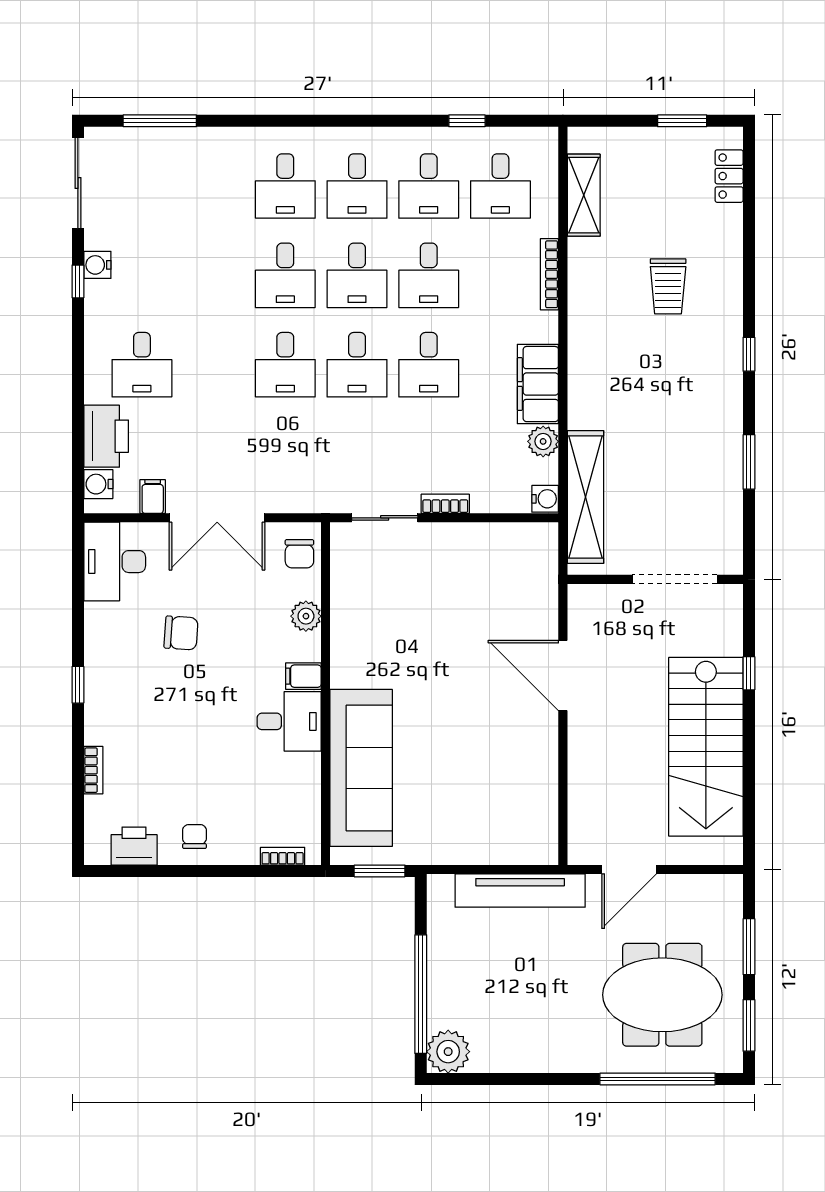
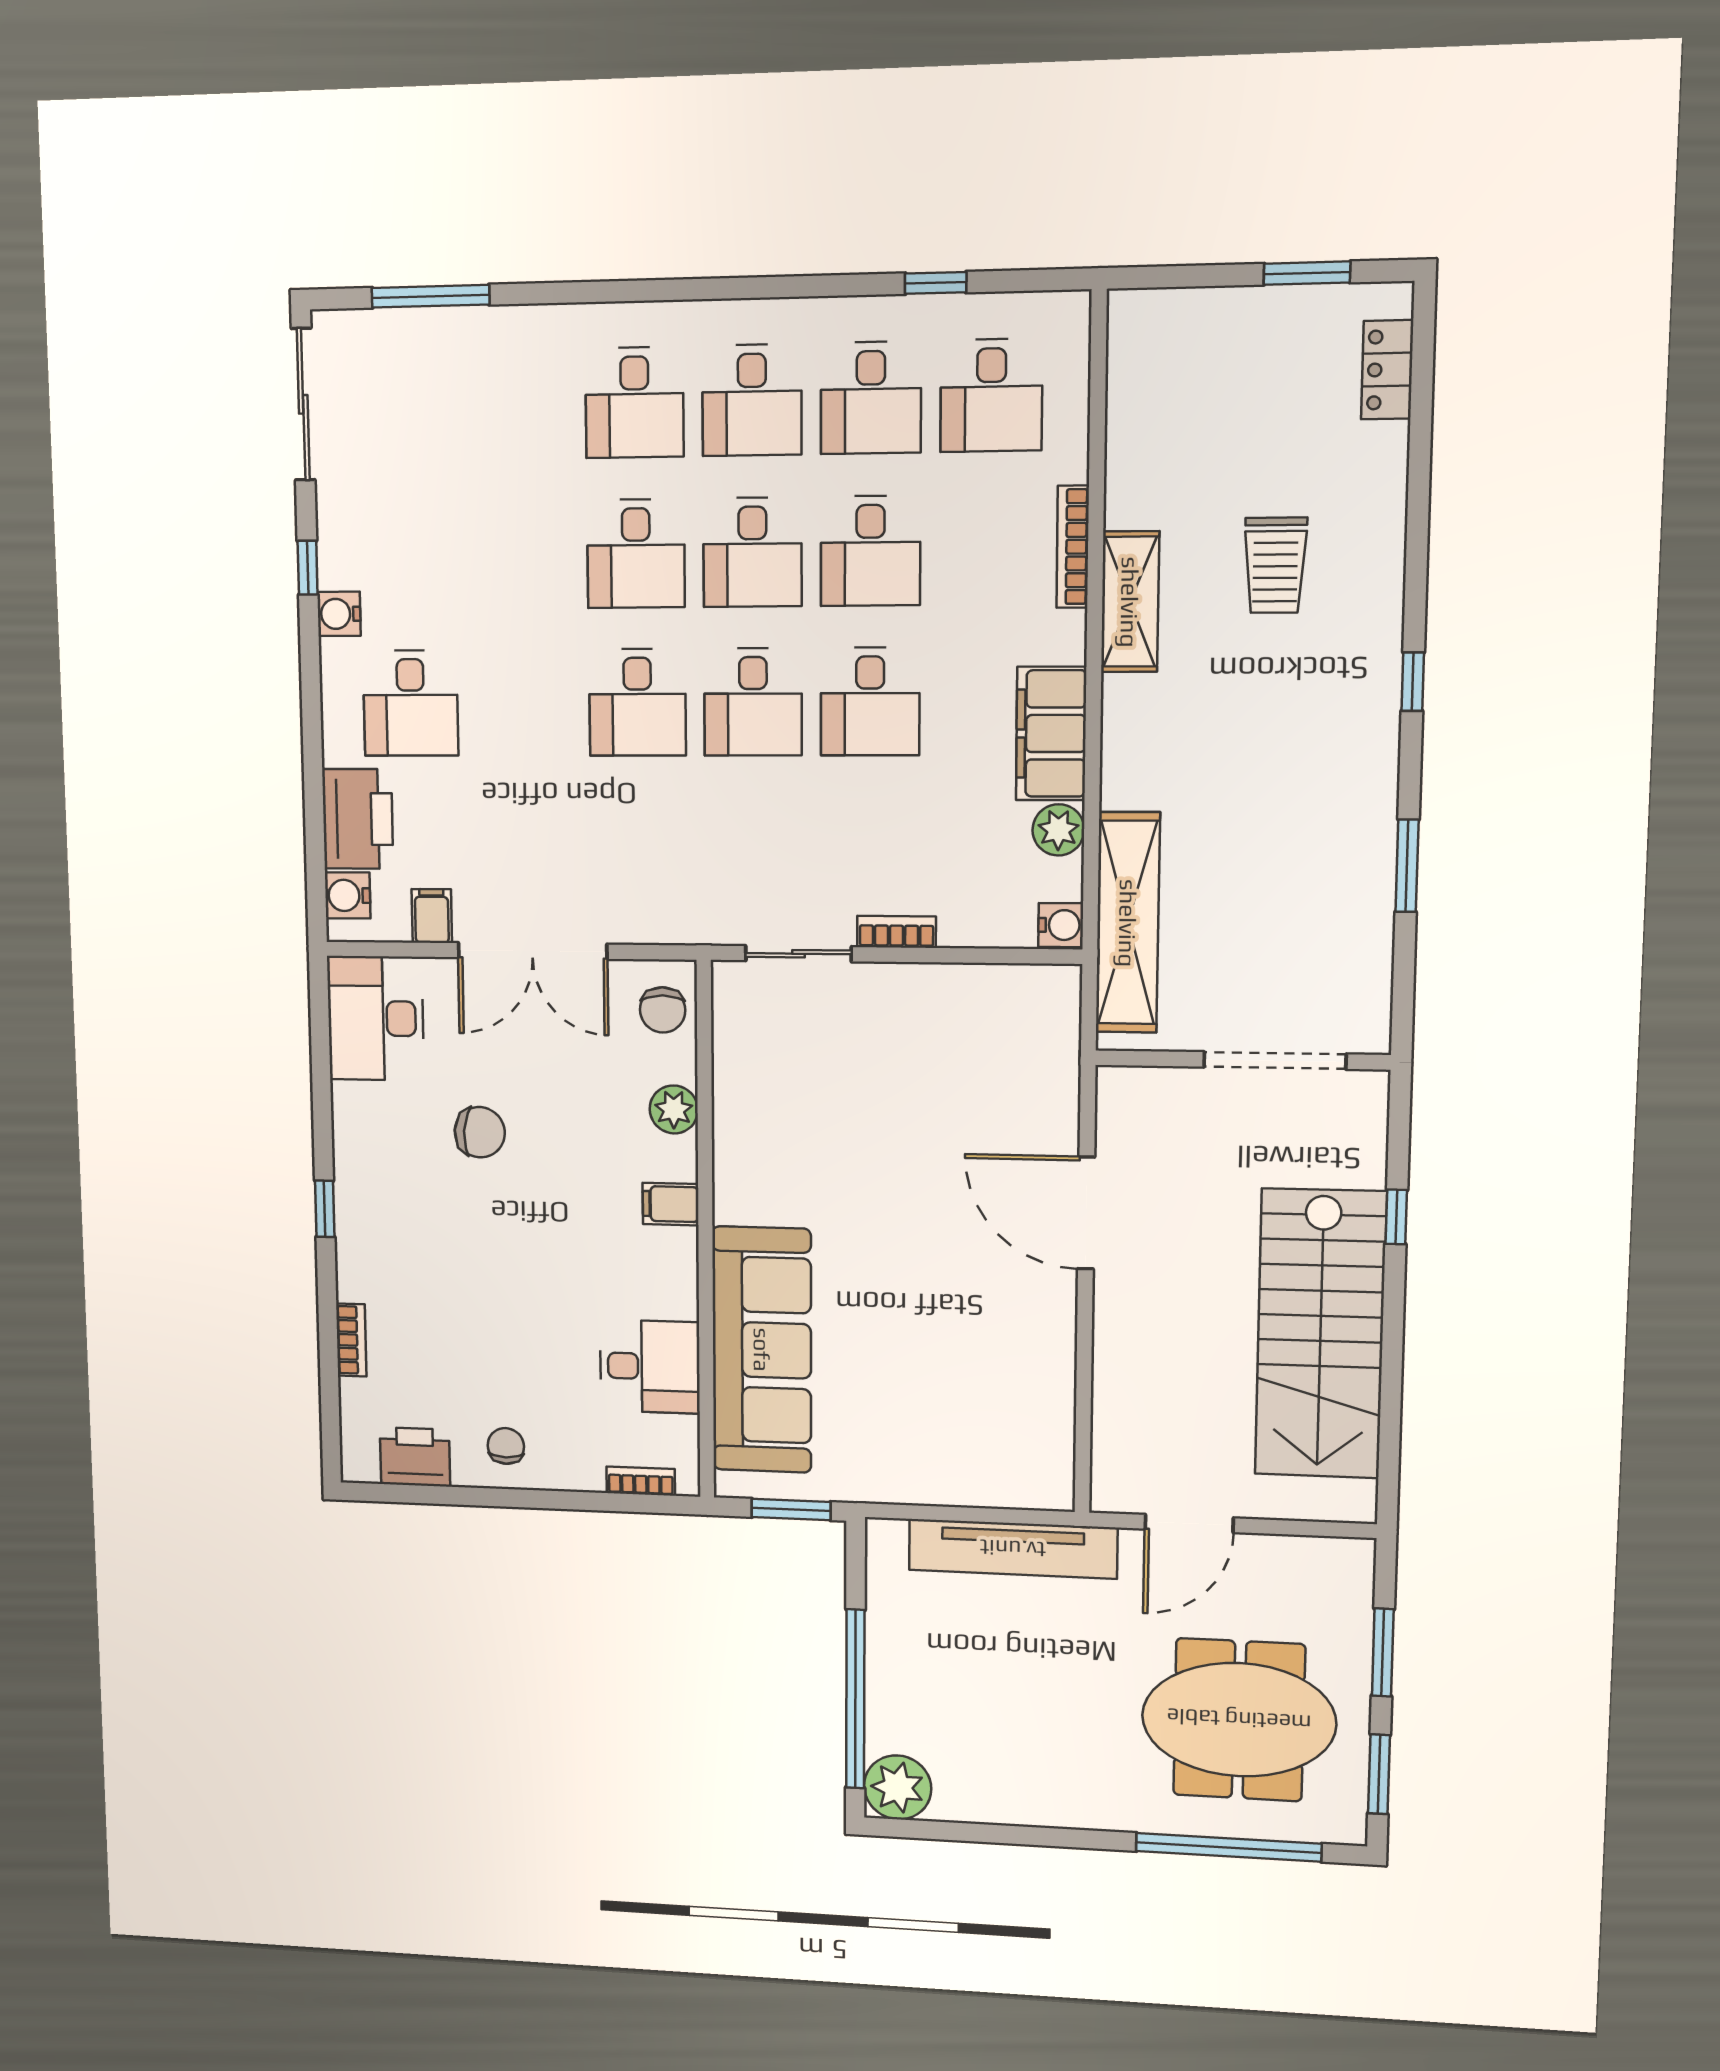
shelving: (584, 195) -> (1130, 602), moved
water cooler: (97, 265) -> (339, 614), moved
desk: (289, 721) -> (650, 1366), moved

